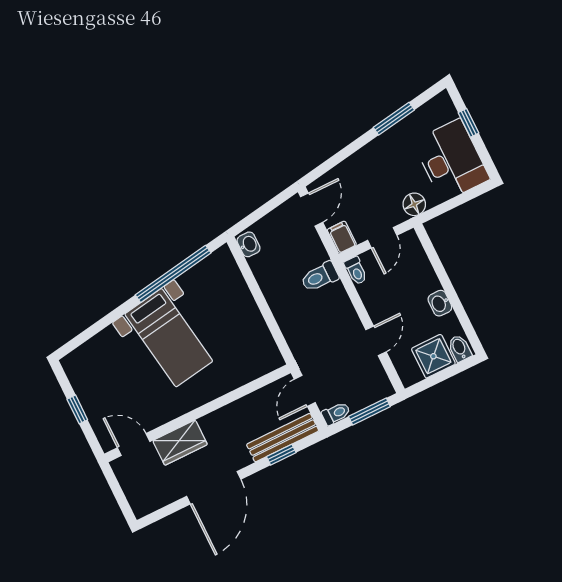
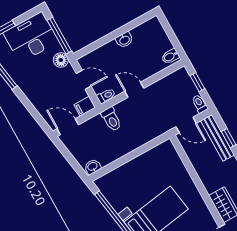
window: (452, 204) -> (59, 36), added
door: (376, 341) -> (134, 90), moved
bidet: (460, 348) -> (170, 56), moved
shower: (433, 356) -> (159, 42), removed
window: (369, 411) -> (197, 82), width x0.67

